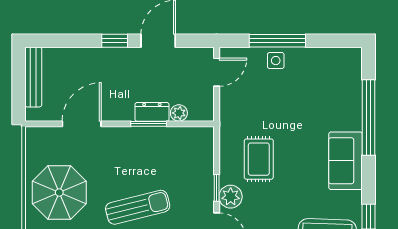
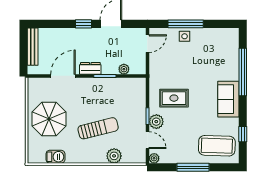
dresser: (152, 112) -> (90, 68), moved
rug: (259, 159) -> (174, 98), turned 90

